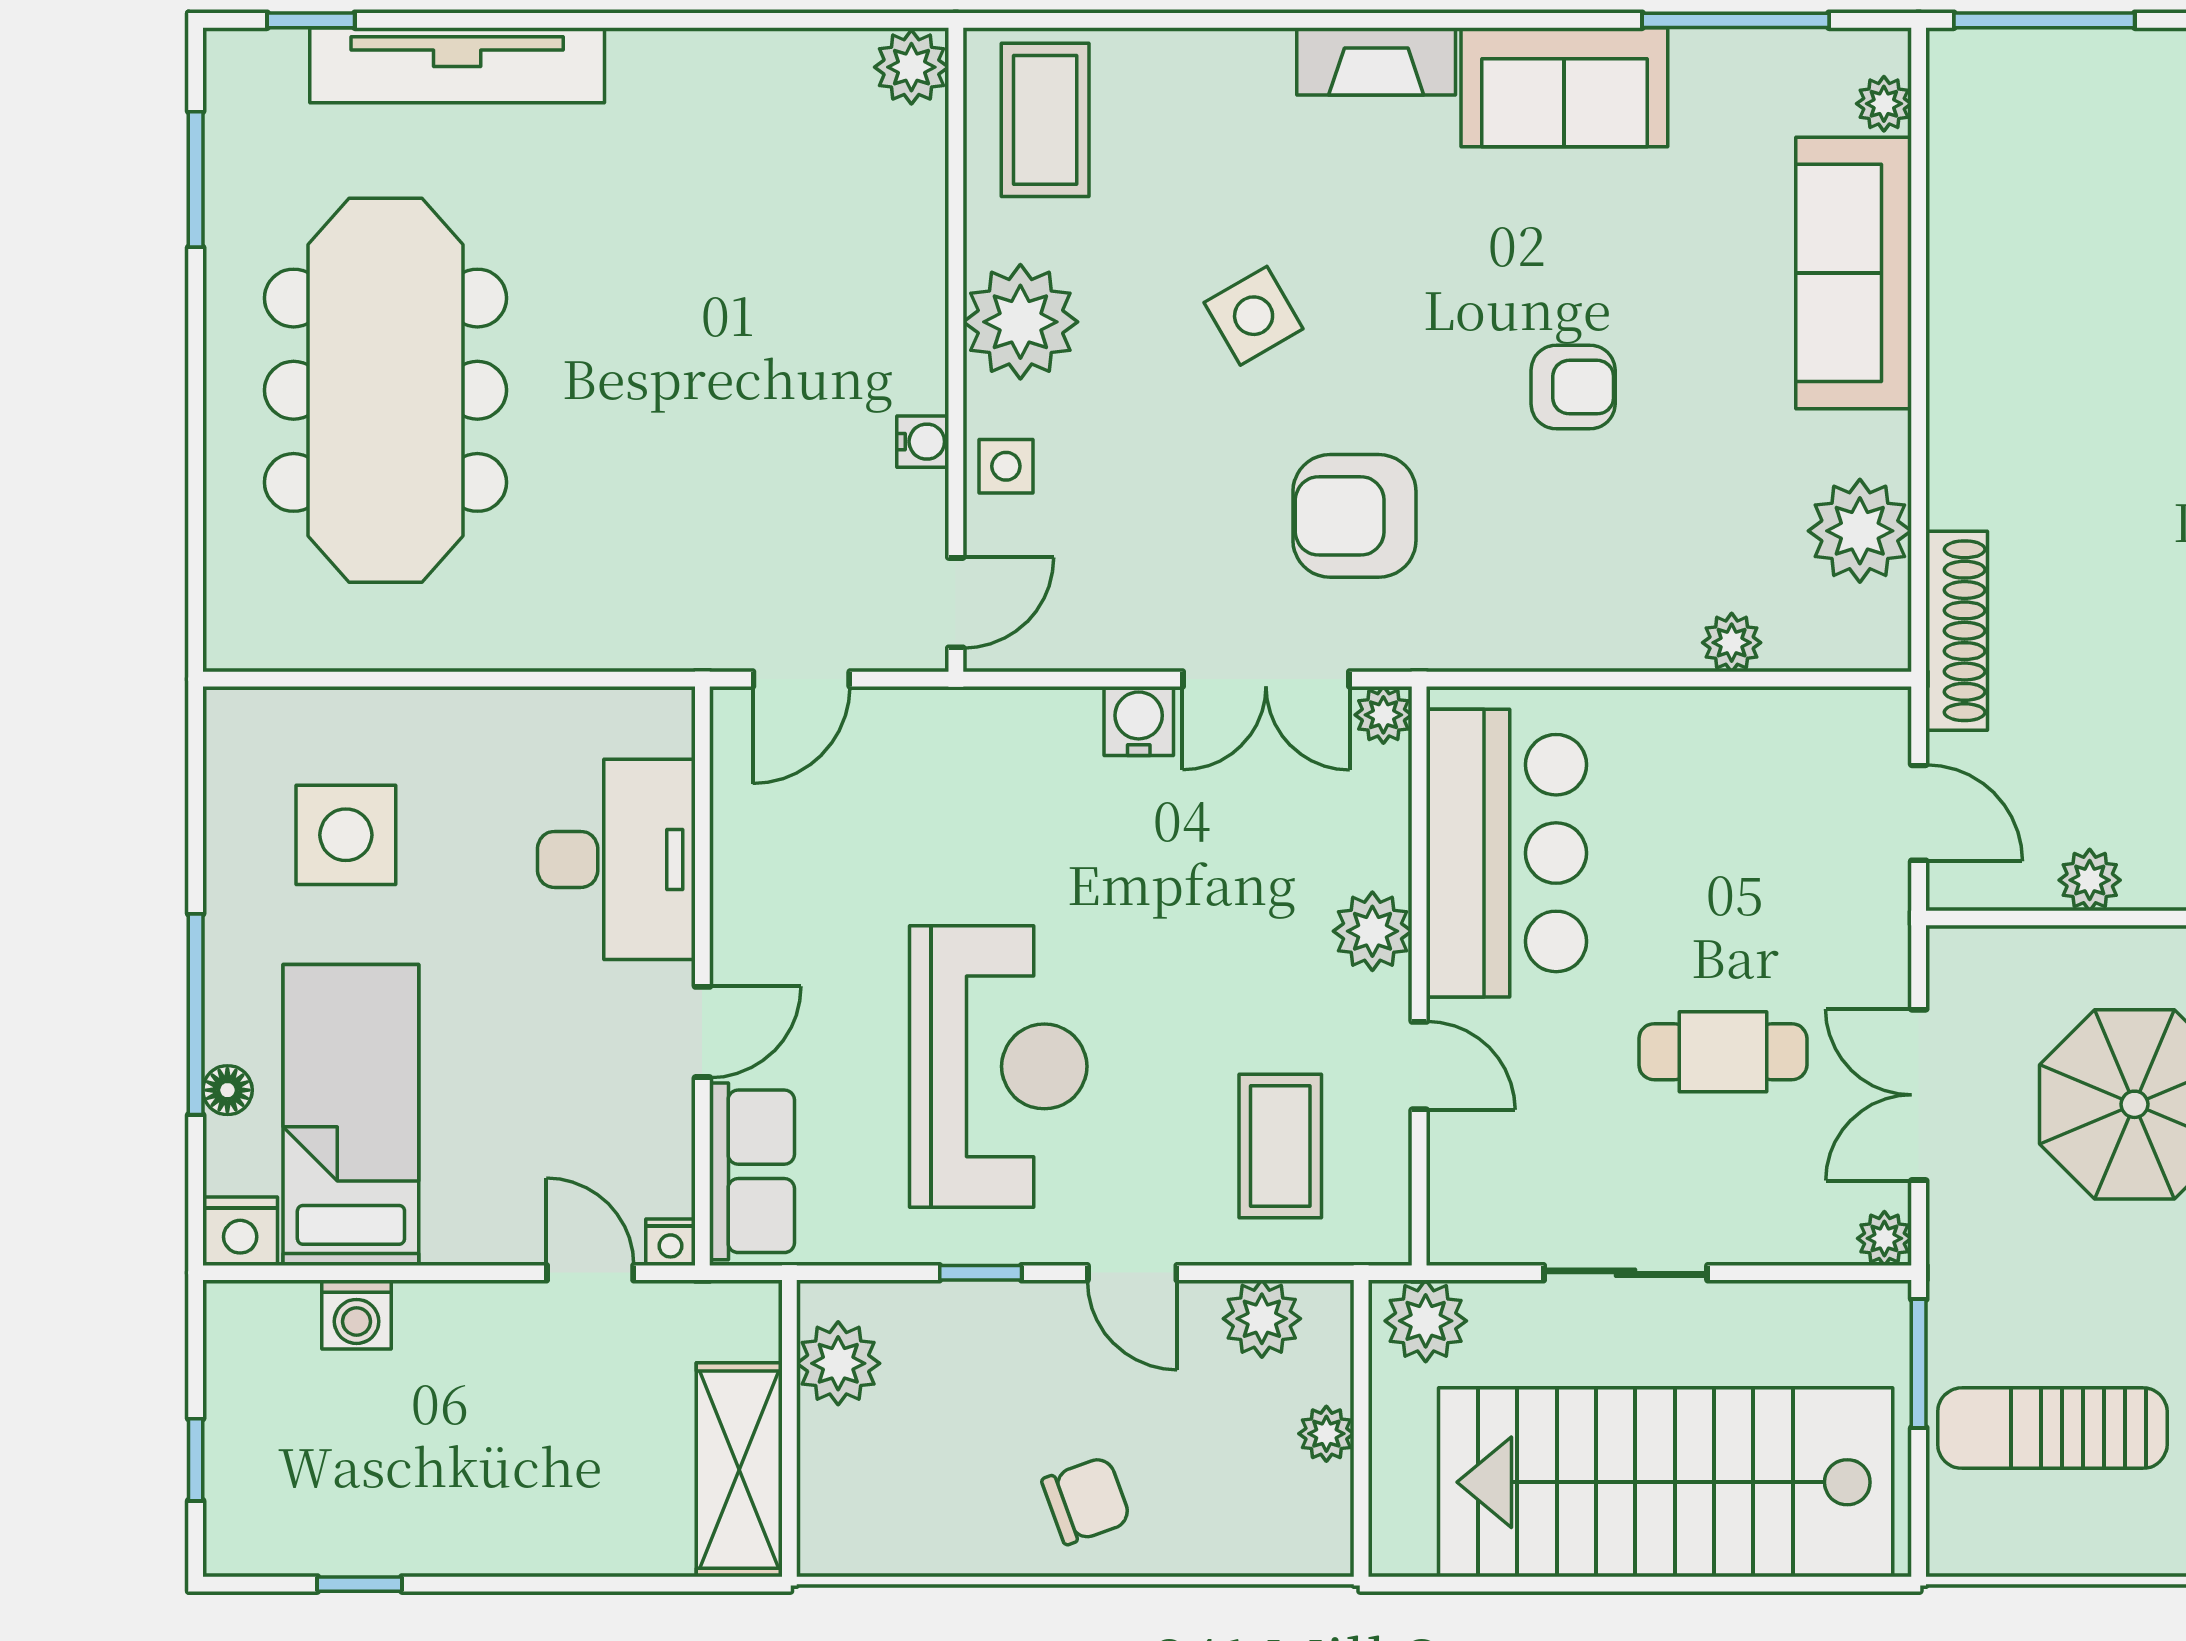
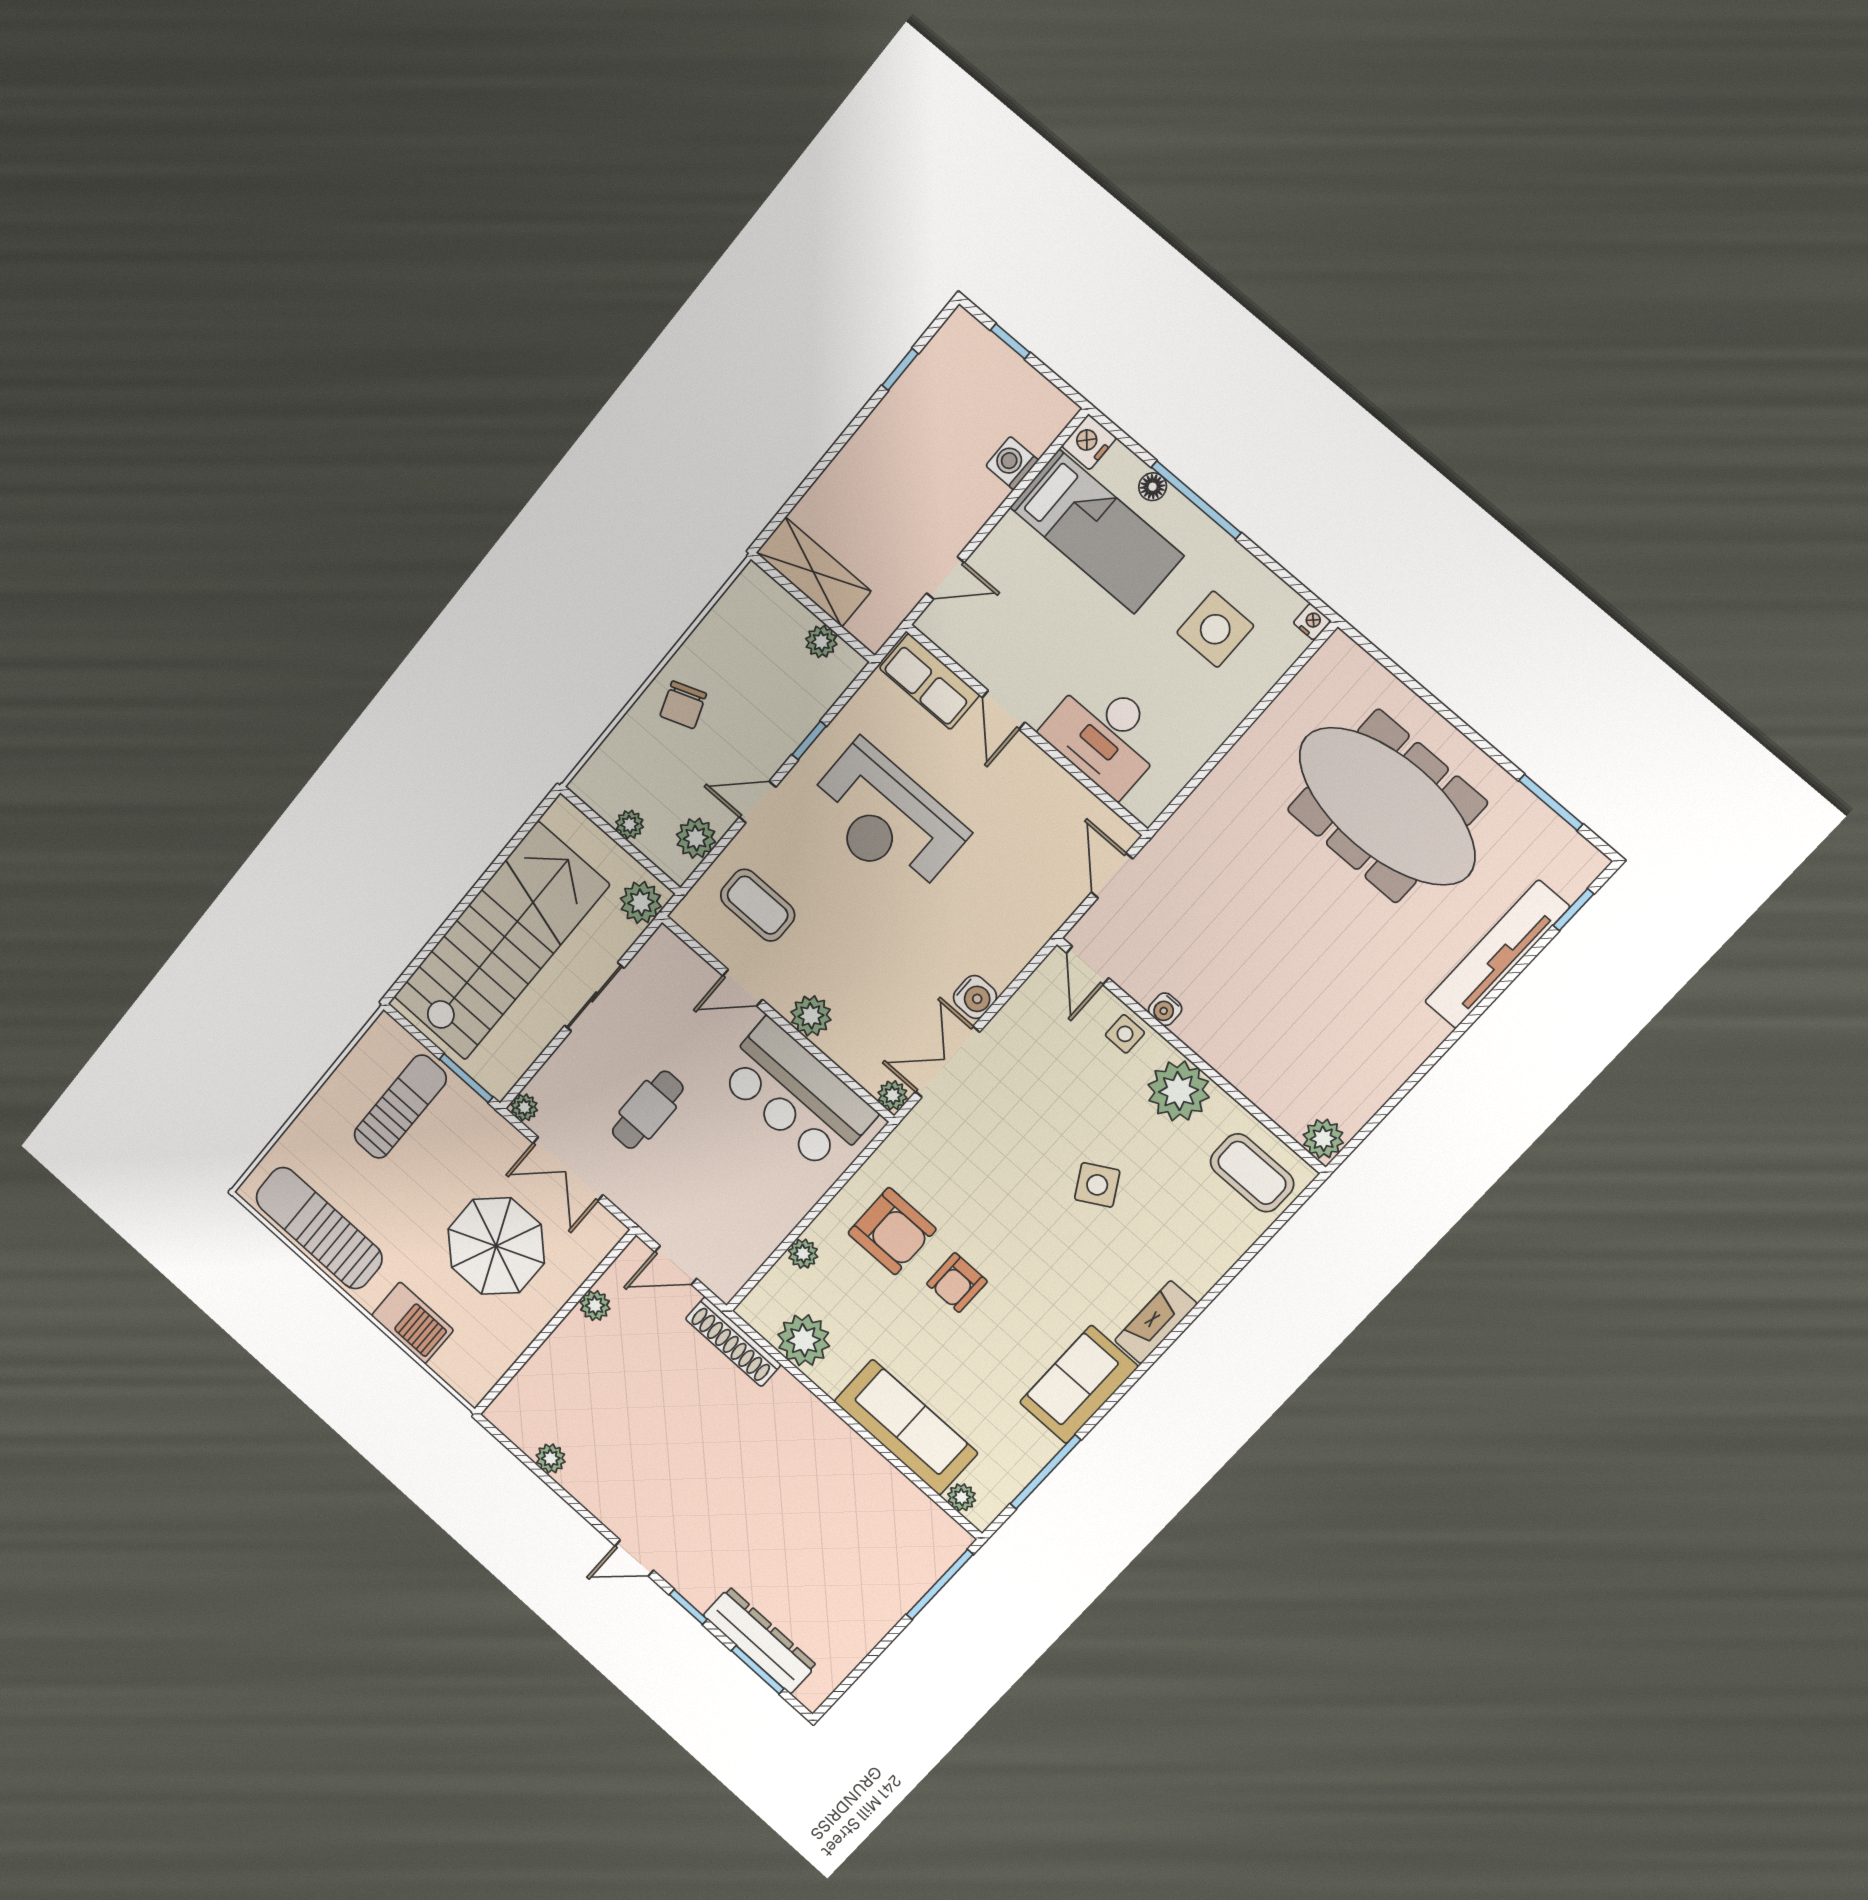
armchair: (1354, 516) -> (892, 1231), moved, turned 90
double door: (1919, 1095) -> (568, 1169), swing flipped
nightstand: (671, 1242) -> (1312, 622), moved, turned 90
plant: (838, 1363) -> (821, 642), width x0.73, depth x0.73

